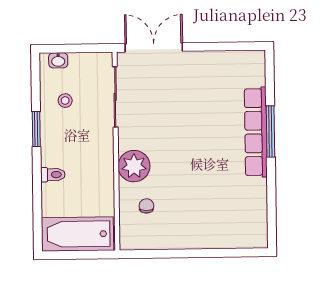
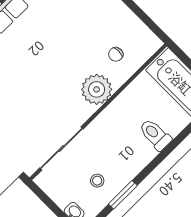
window: (36, 129) -> (123, 195), moved
toilet: (53, 175) -> (155, 135), width x1.37, depth x1.39

